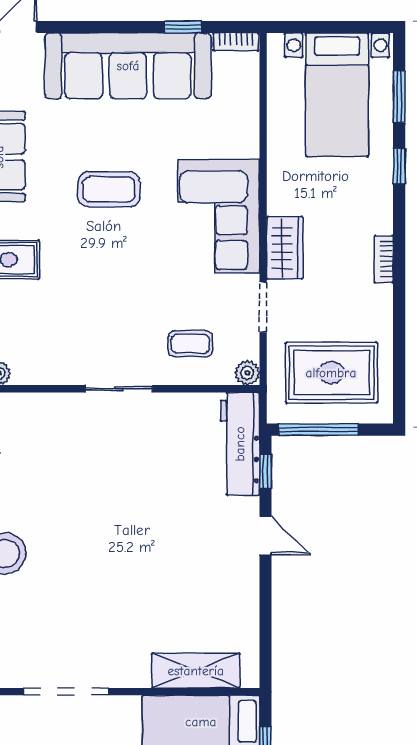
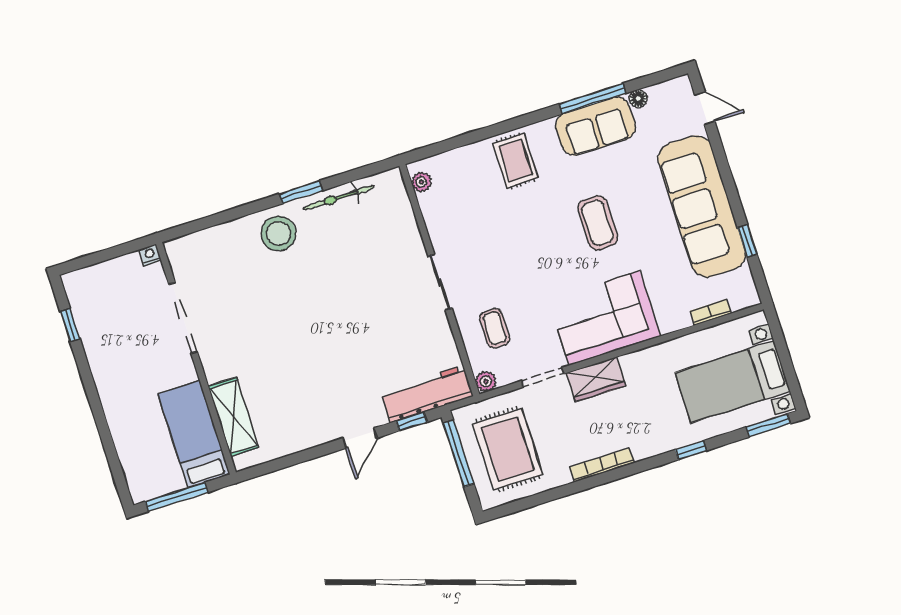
bookcase: (236, 42) -> (711, 312), moved, turned 90
window: (399, 97) -> (768, 425), moved
bookcase: (384, 259) -> (602, 465), width x1.56

